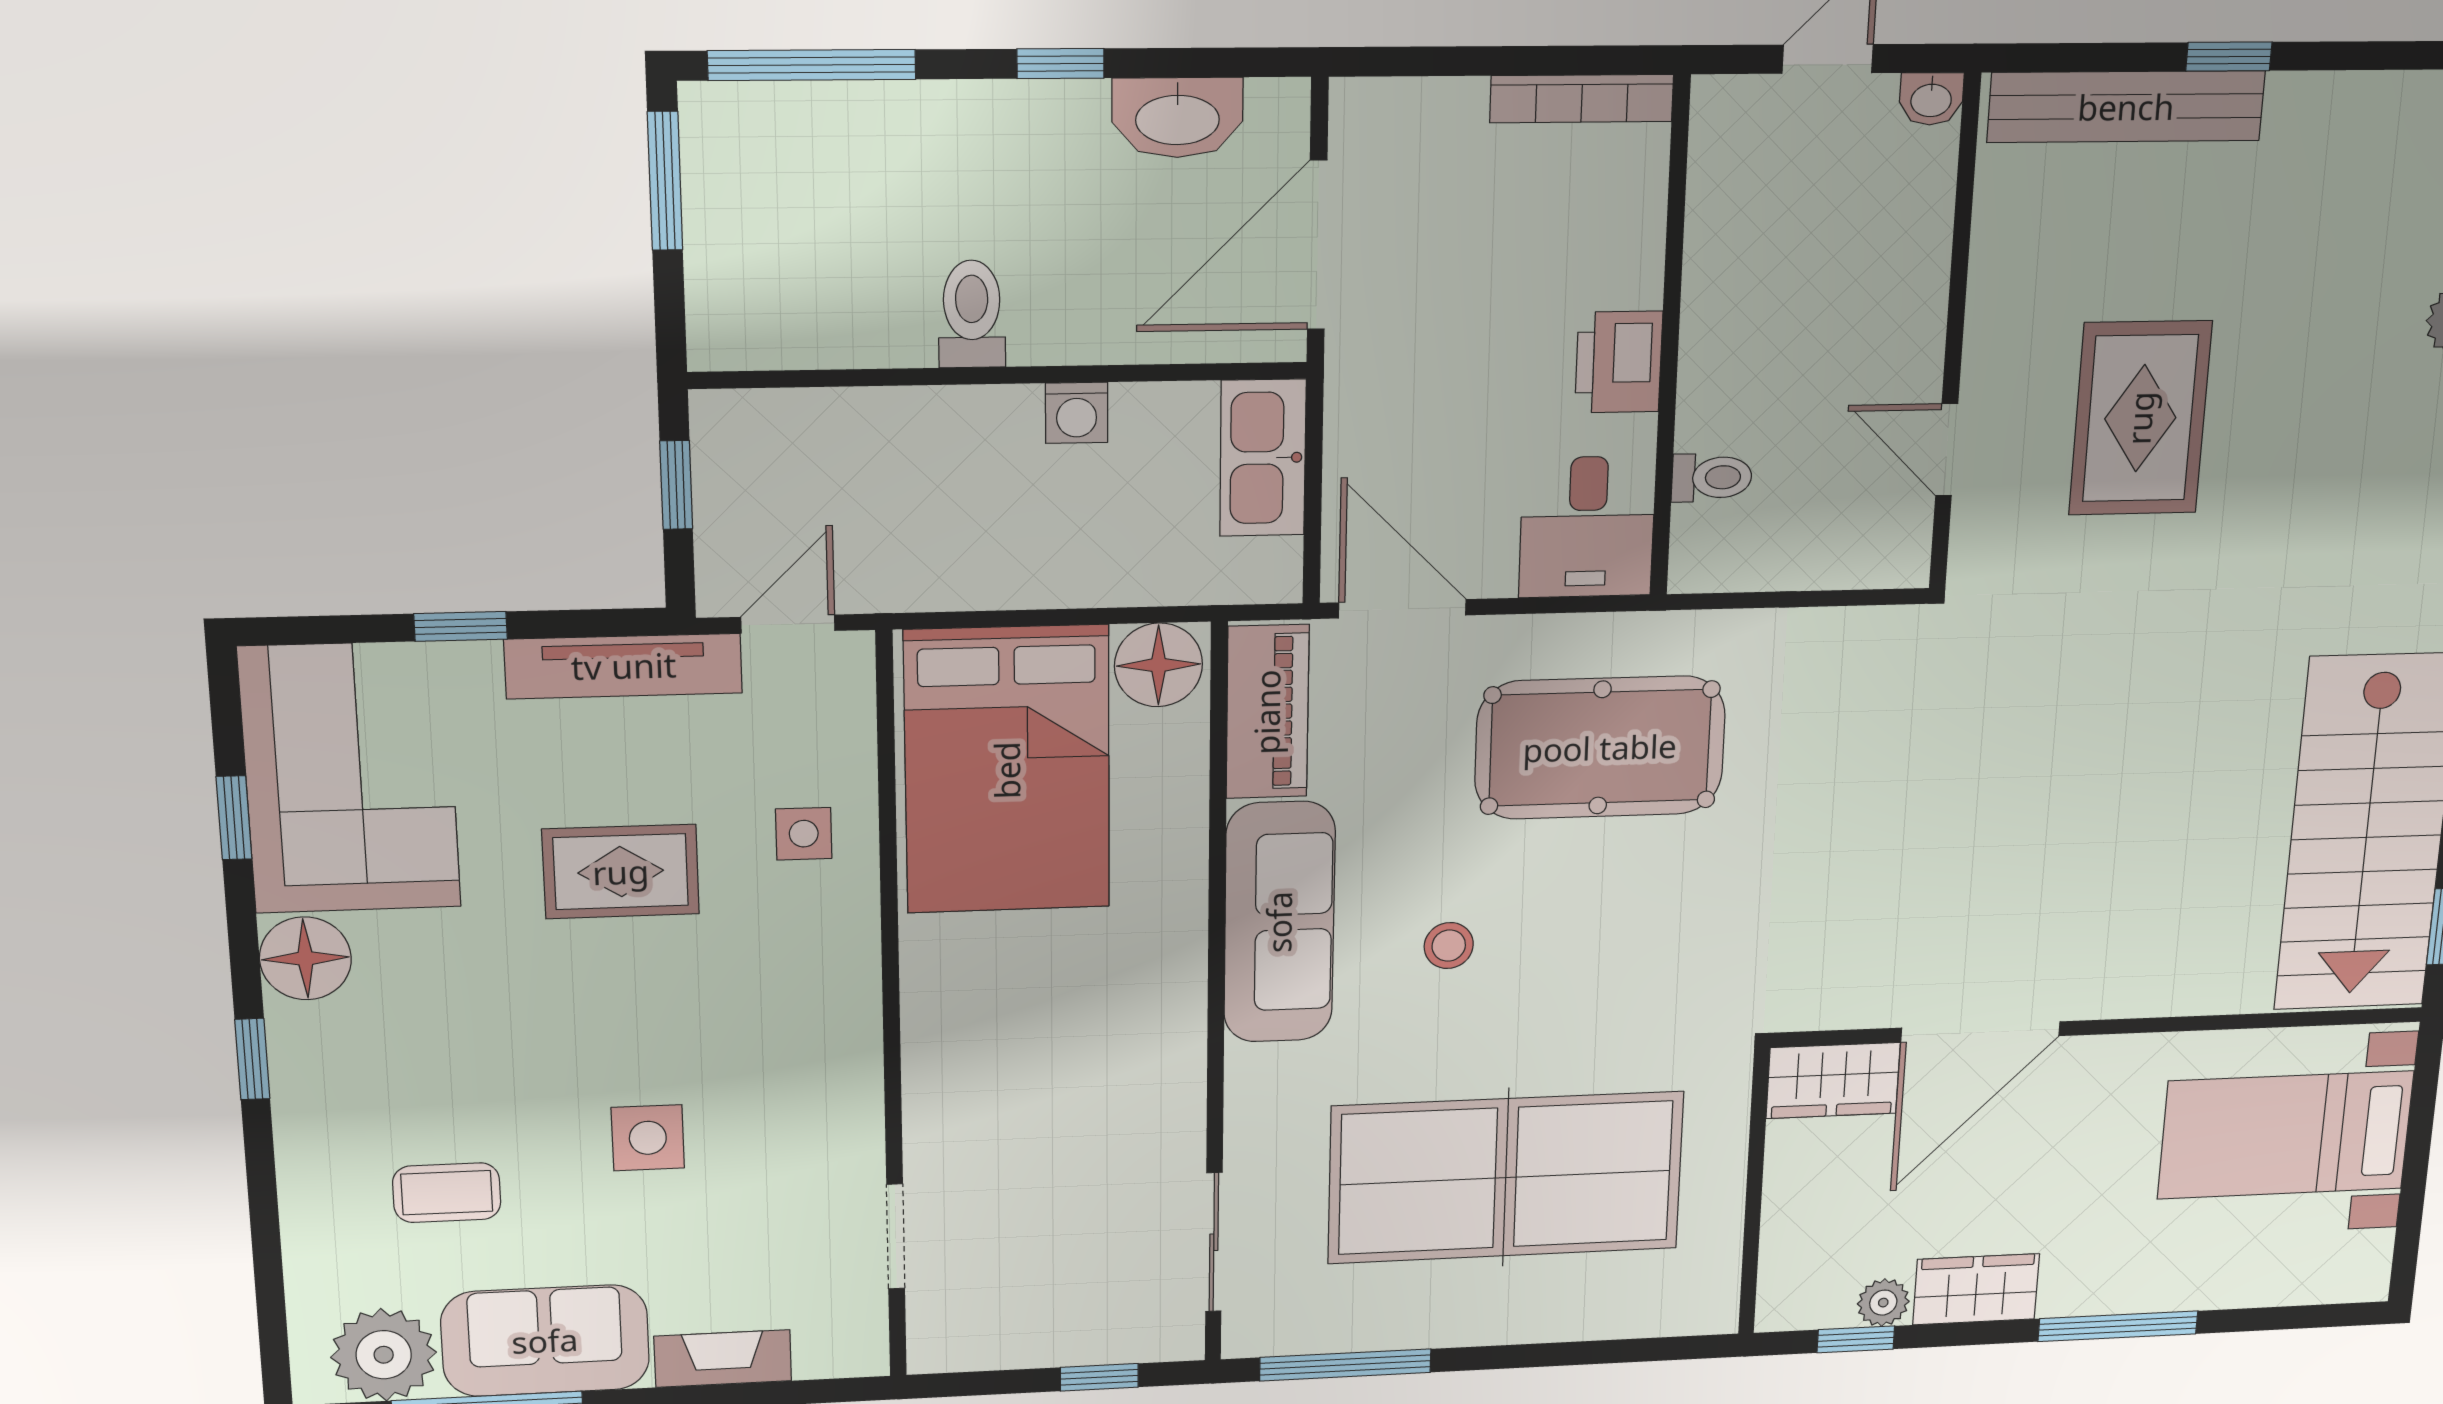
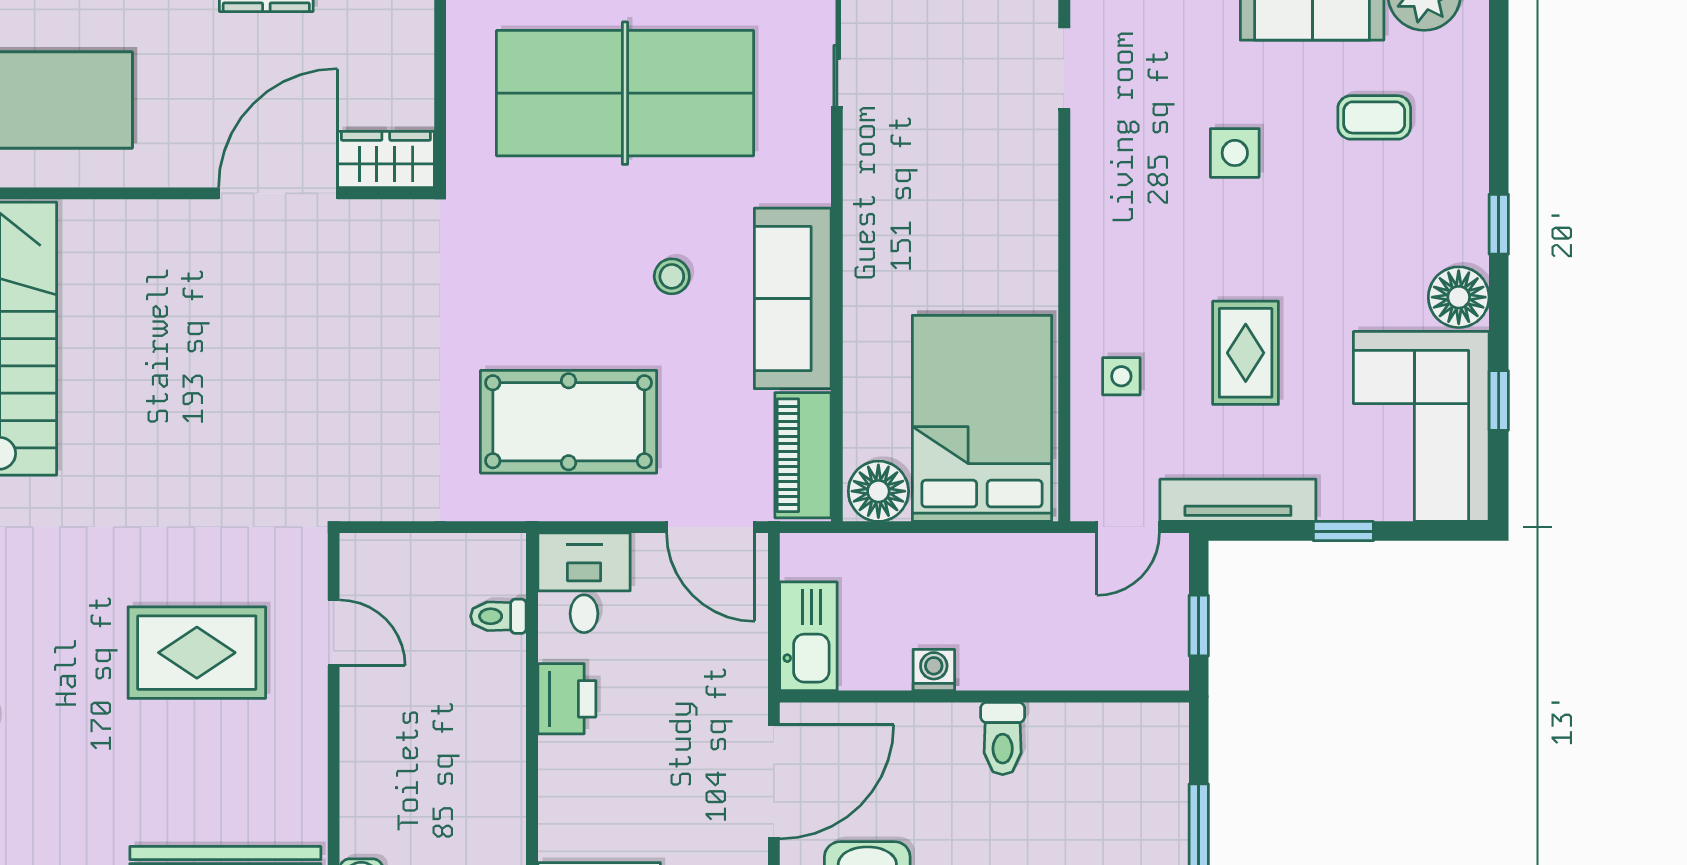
rug: (2140, 418) -> (197, 653), turned 90
rug: (621, 872) -> (1246, 353), turned 90

